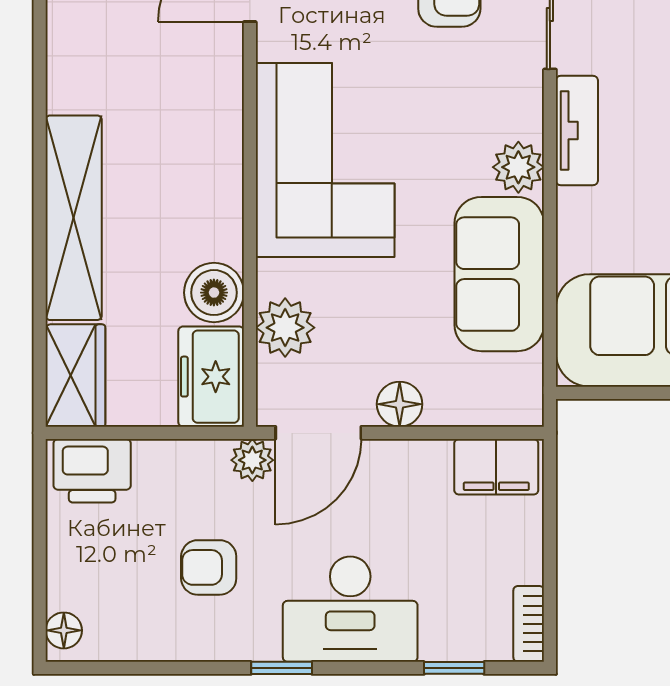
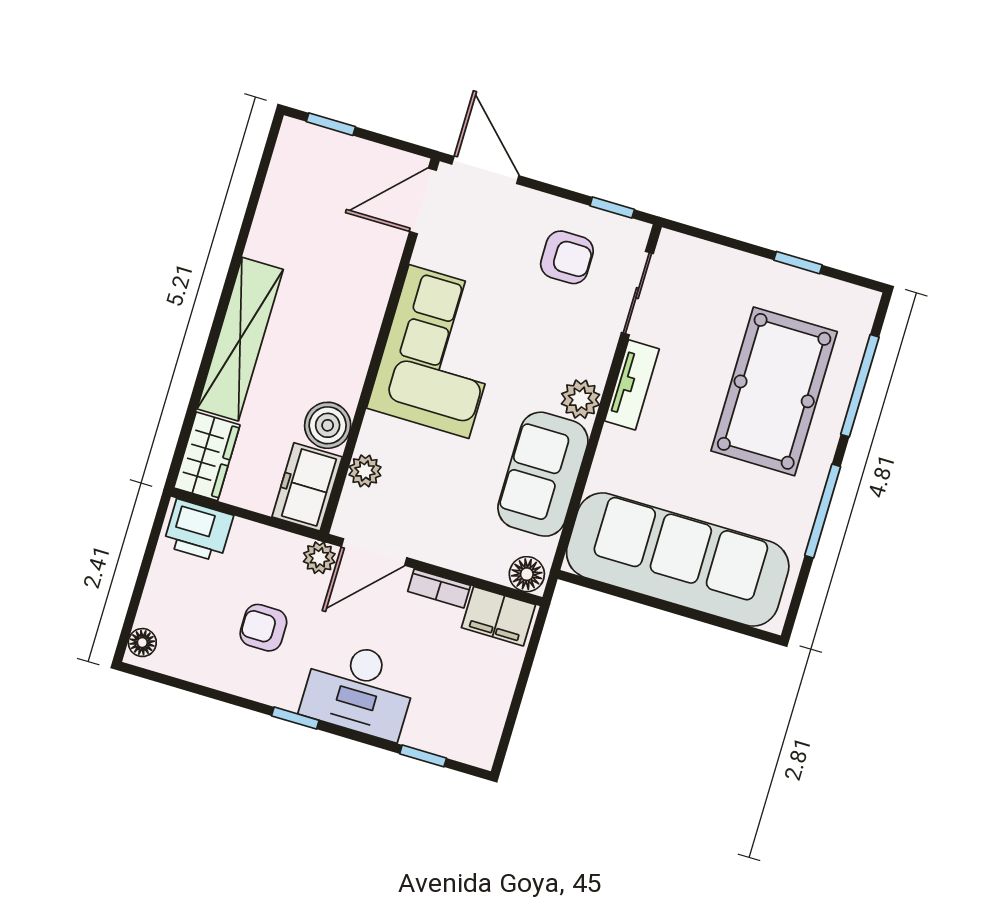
plant: (285, 328) -> (365, 471), width x0.73, depth x0.73
floor lamp: (400, 404) -> (527, 574), moved
bookcase: (529, 624) -> (439, 588), moved, turned -90

